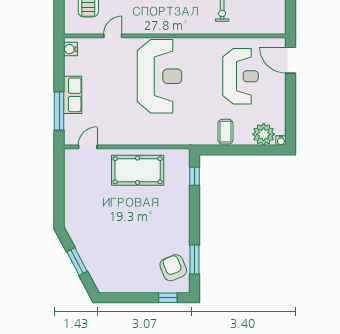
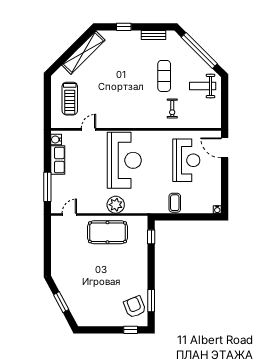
row of seats: (73, 95) -> (58, 160), moved
plant: (264, 134) -> (116, 205), moved

